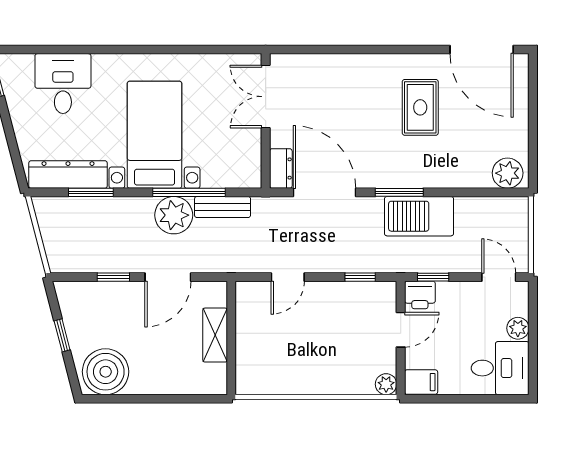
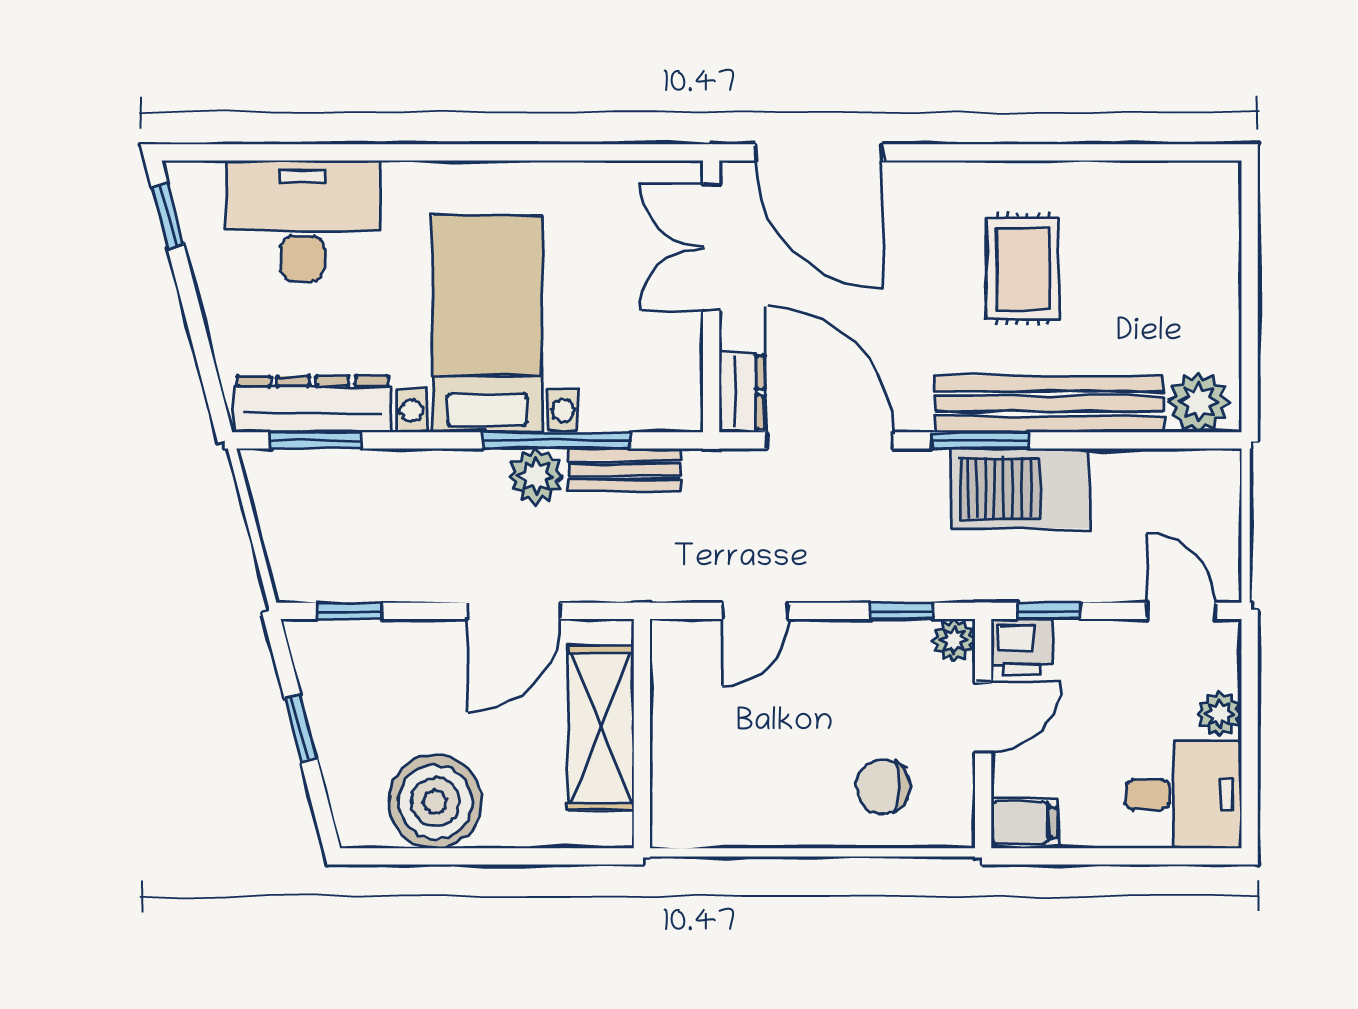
door: (482, 50) -> (819, 152), moved
desk: (63, 84) -> (302, 221), width x1.37
bench: (434, 174) -> (1050, 404), added
window: (91, 192) -> (316, 440), moved
plant: (174, 215) -> (536, 476), width x0.73, depth x0.73
window: (113, 277) -> (349, 611), moved
shelving: (215, 335) -> (601, 728), width x1.50, depth x1.33
chair: (351, 364) -> (883, 787), added
boiler: (106, 372) -> (435, 802), moved
plant: (386, 384) -> (954, 640), moved

